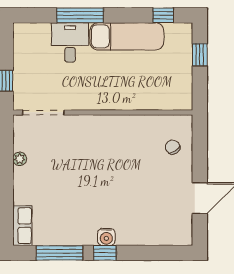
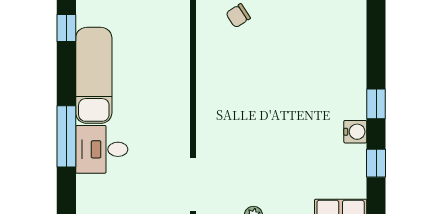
water cooler: (106, 237) -> (355, 132), moved
window: (59, 253) -> (376, 163), width x0.46

